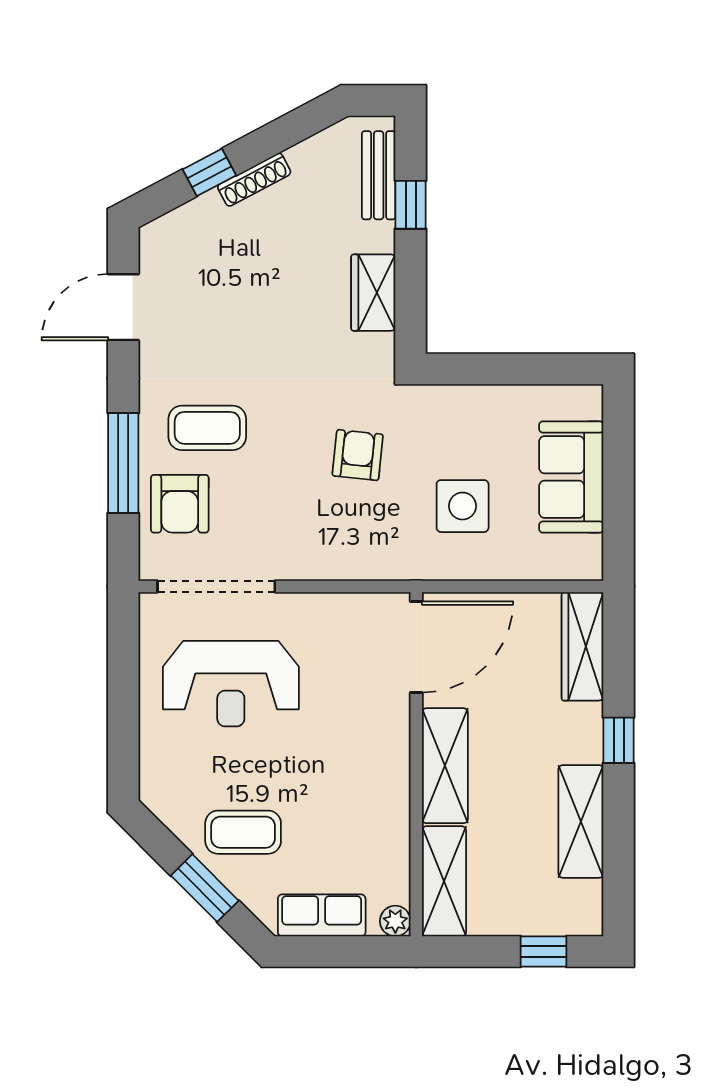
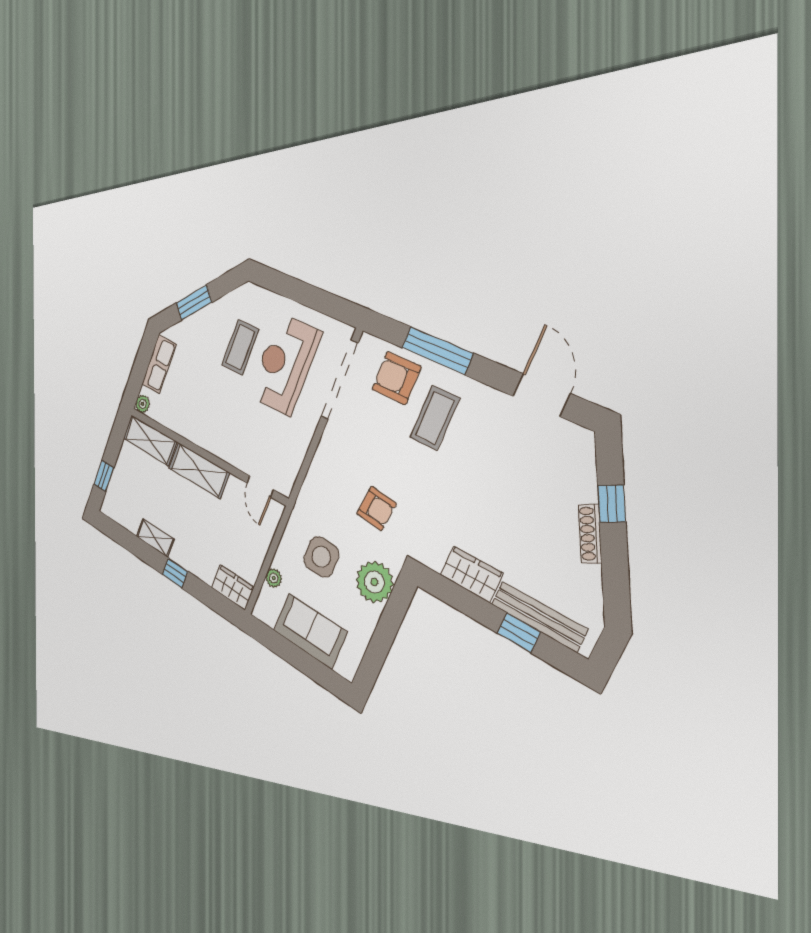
bench: (379, 175) -> (539, 617), width x1.36
plant: (453, 414) -> (374, 582), added
plant: (532, 566) -> (274, 578), added
wardrobe: (583, 646) -> (232, 587), width x0.67
door: (416, 647) -> (260, 487), width x0.53
shelving: (581, 821) -> (155, 538), width x0.67, depth x0.75
coffee table: (243, 832) -> (240, 347), moved

